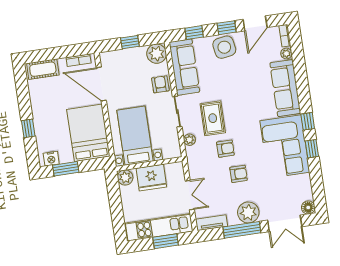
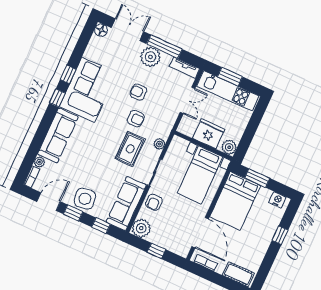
armchair: (225, 149) -> (136, 119), turned 180
window: (66, 169) -> (257, 178), moved
double door: (190, 195) -> (188, 100), swing flipped

